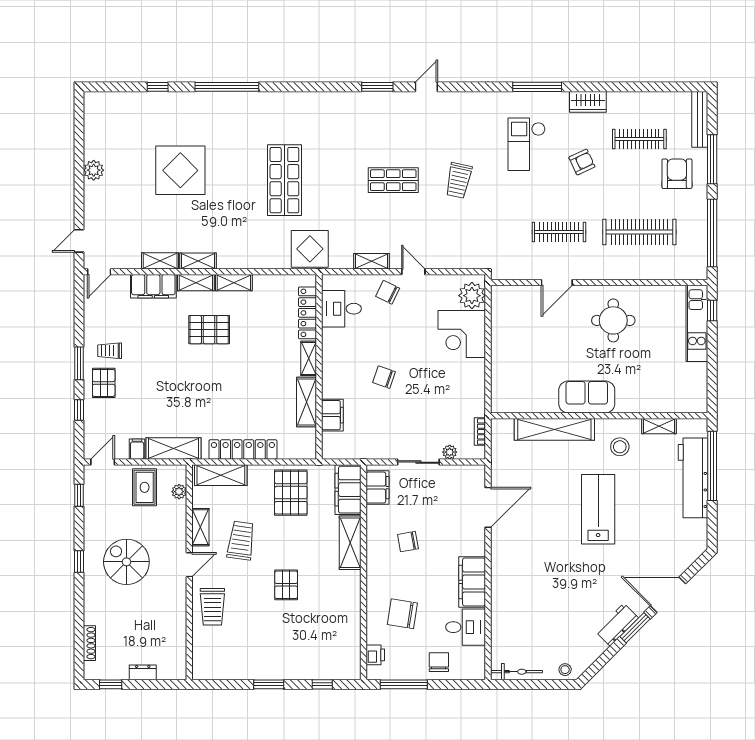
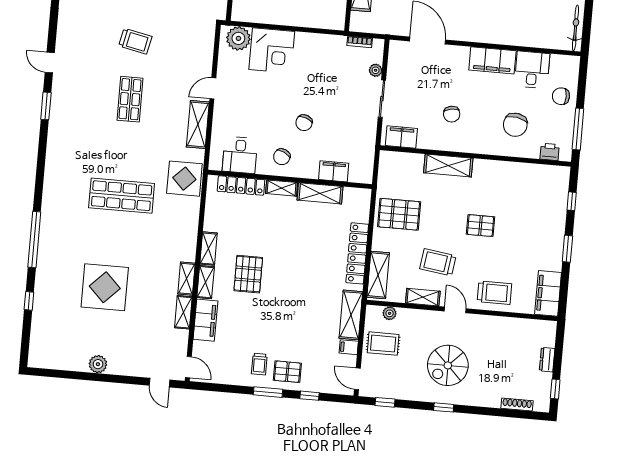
shelving: (372, 261) -> (198, 124), width x1.50, depth x1.33
chair: (388, 292) -> (282, 157), moved
filing cabinet: (348, 490) -> (548, 293), moved, turned 90

